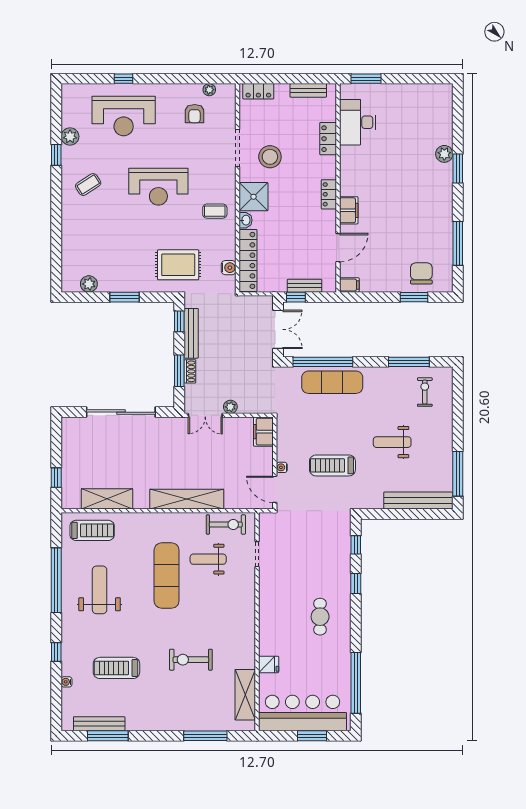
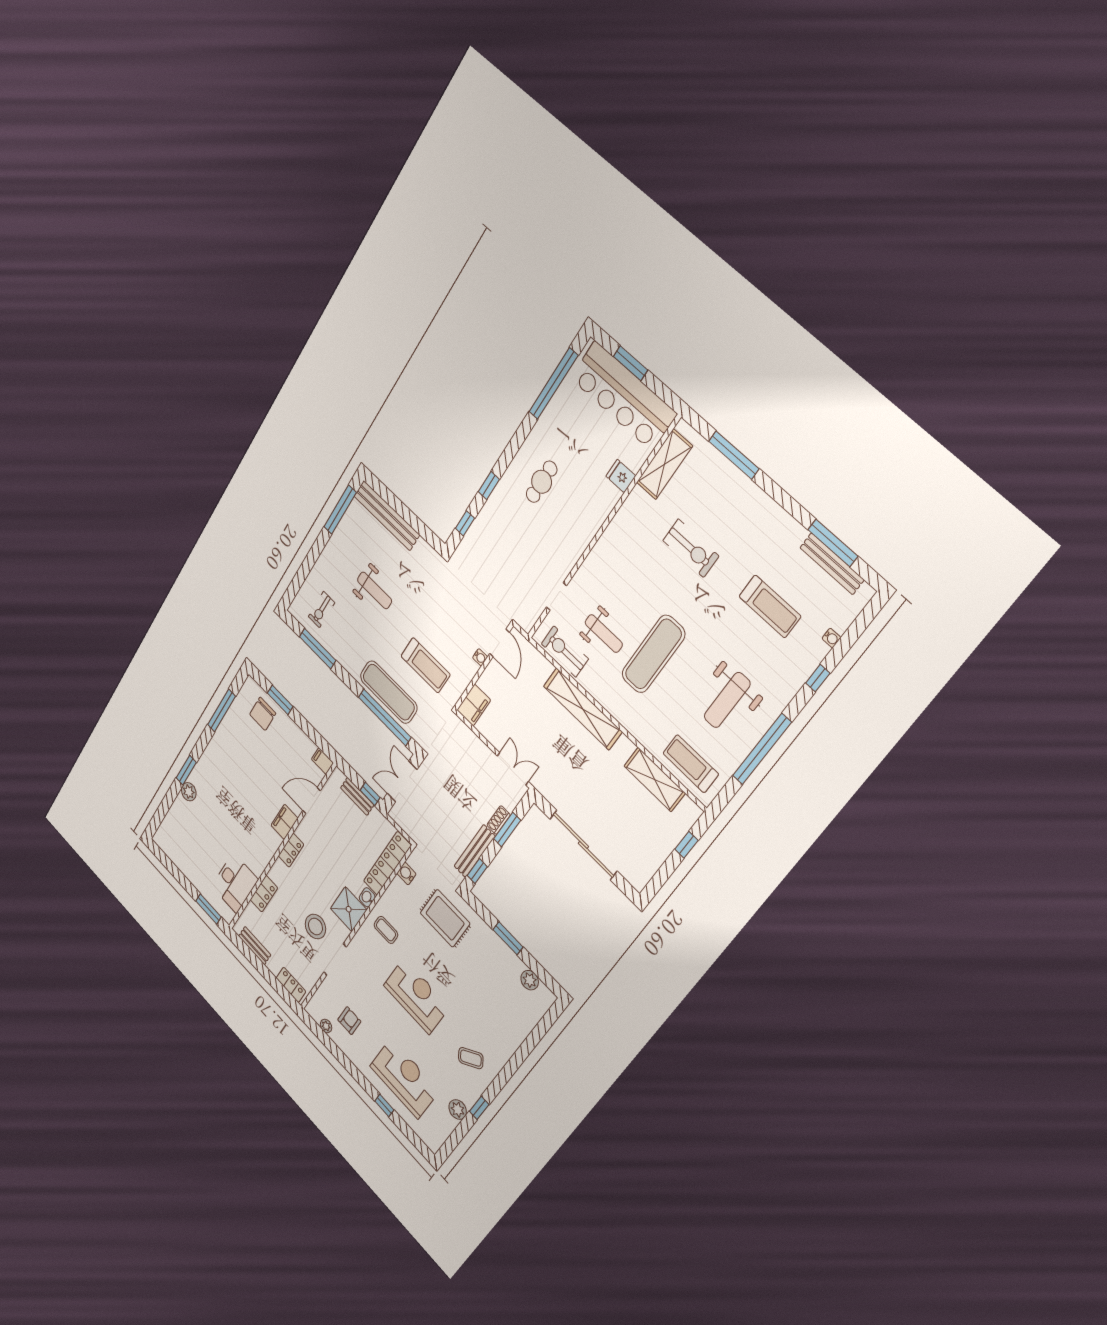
plant: (230, 407) -> (486, 755), removed
treadmill: (332, 465) -> (426, 665), moved

